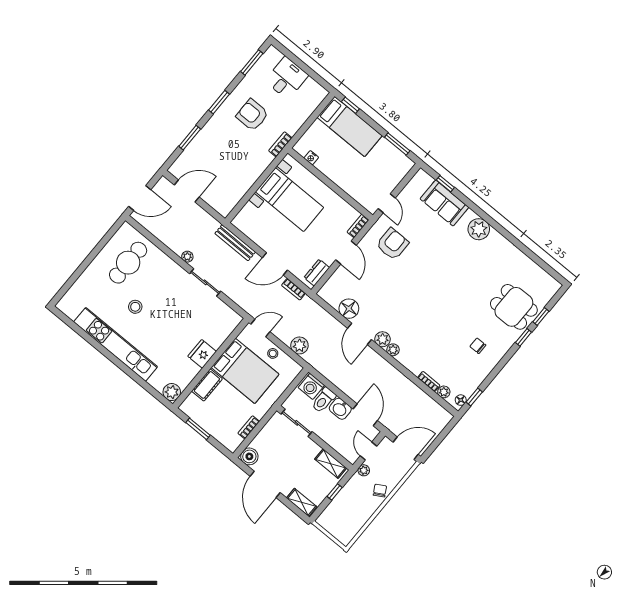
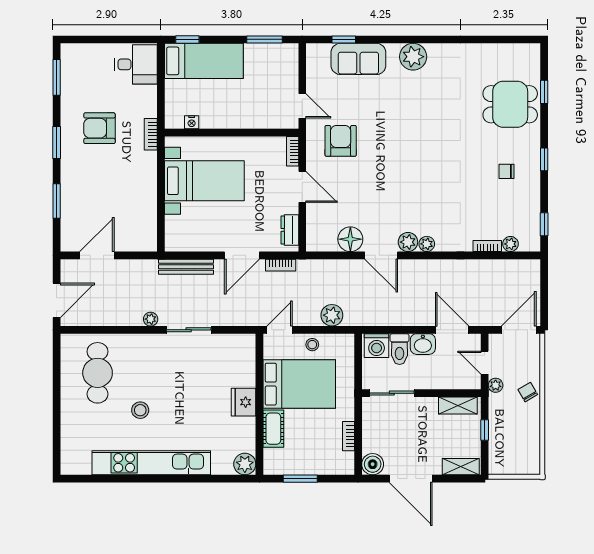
desk: (287, 78) -> (136, 64), moved, turned 90
window: (523, 337) -> (544, 159), moved
floor lamp: (461, 400) -> (534, 238), removed

